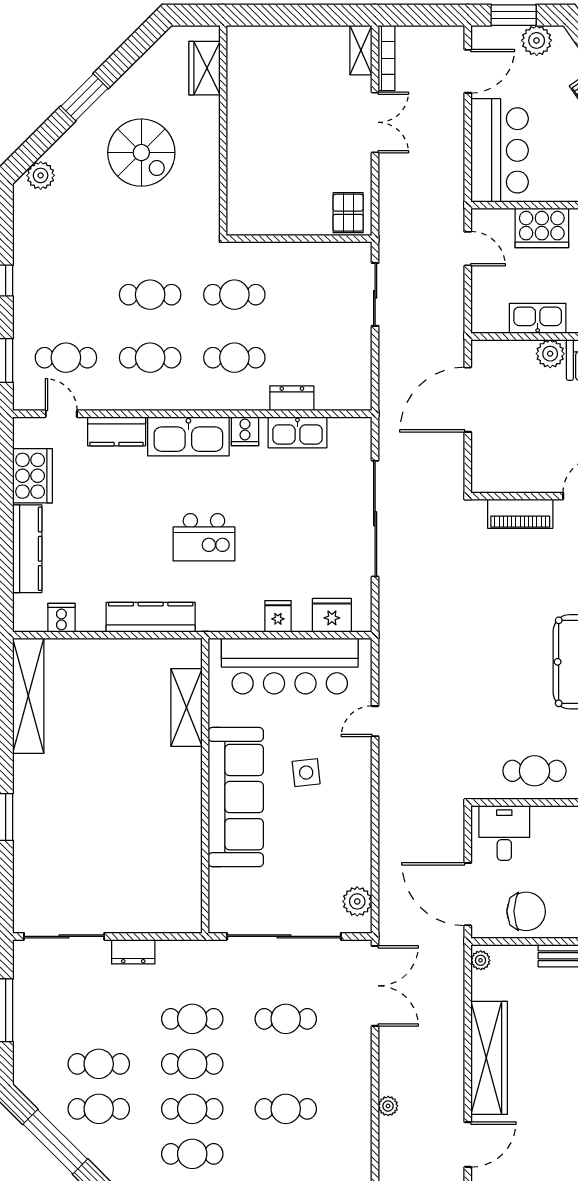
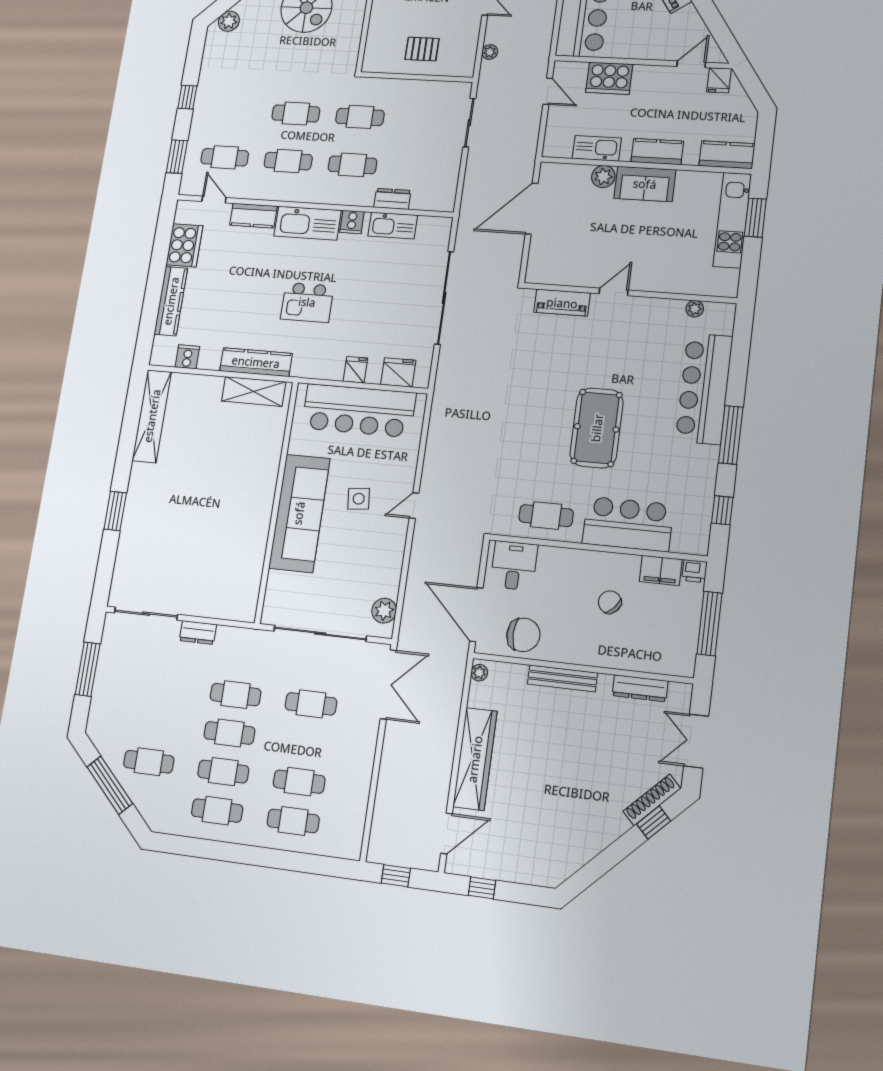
pallet: (348, 213) -> (422, 49), moved, turned 90
shelving: (186, 708) -> (254, 391), moved, turned 90
door: (375, 721) -> (414, 506), moved
cafe table: (99, 1064) -> (293, 821), moved
plant: (388, 1106) -> (490, 52), moved

